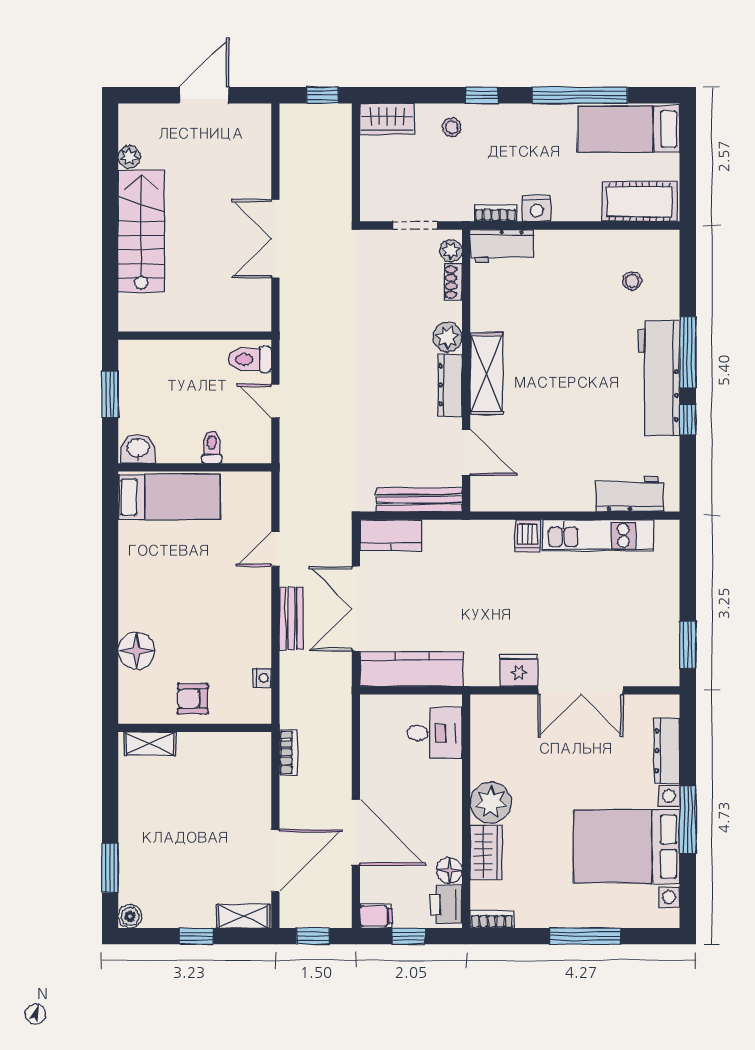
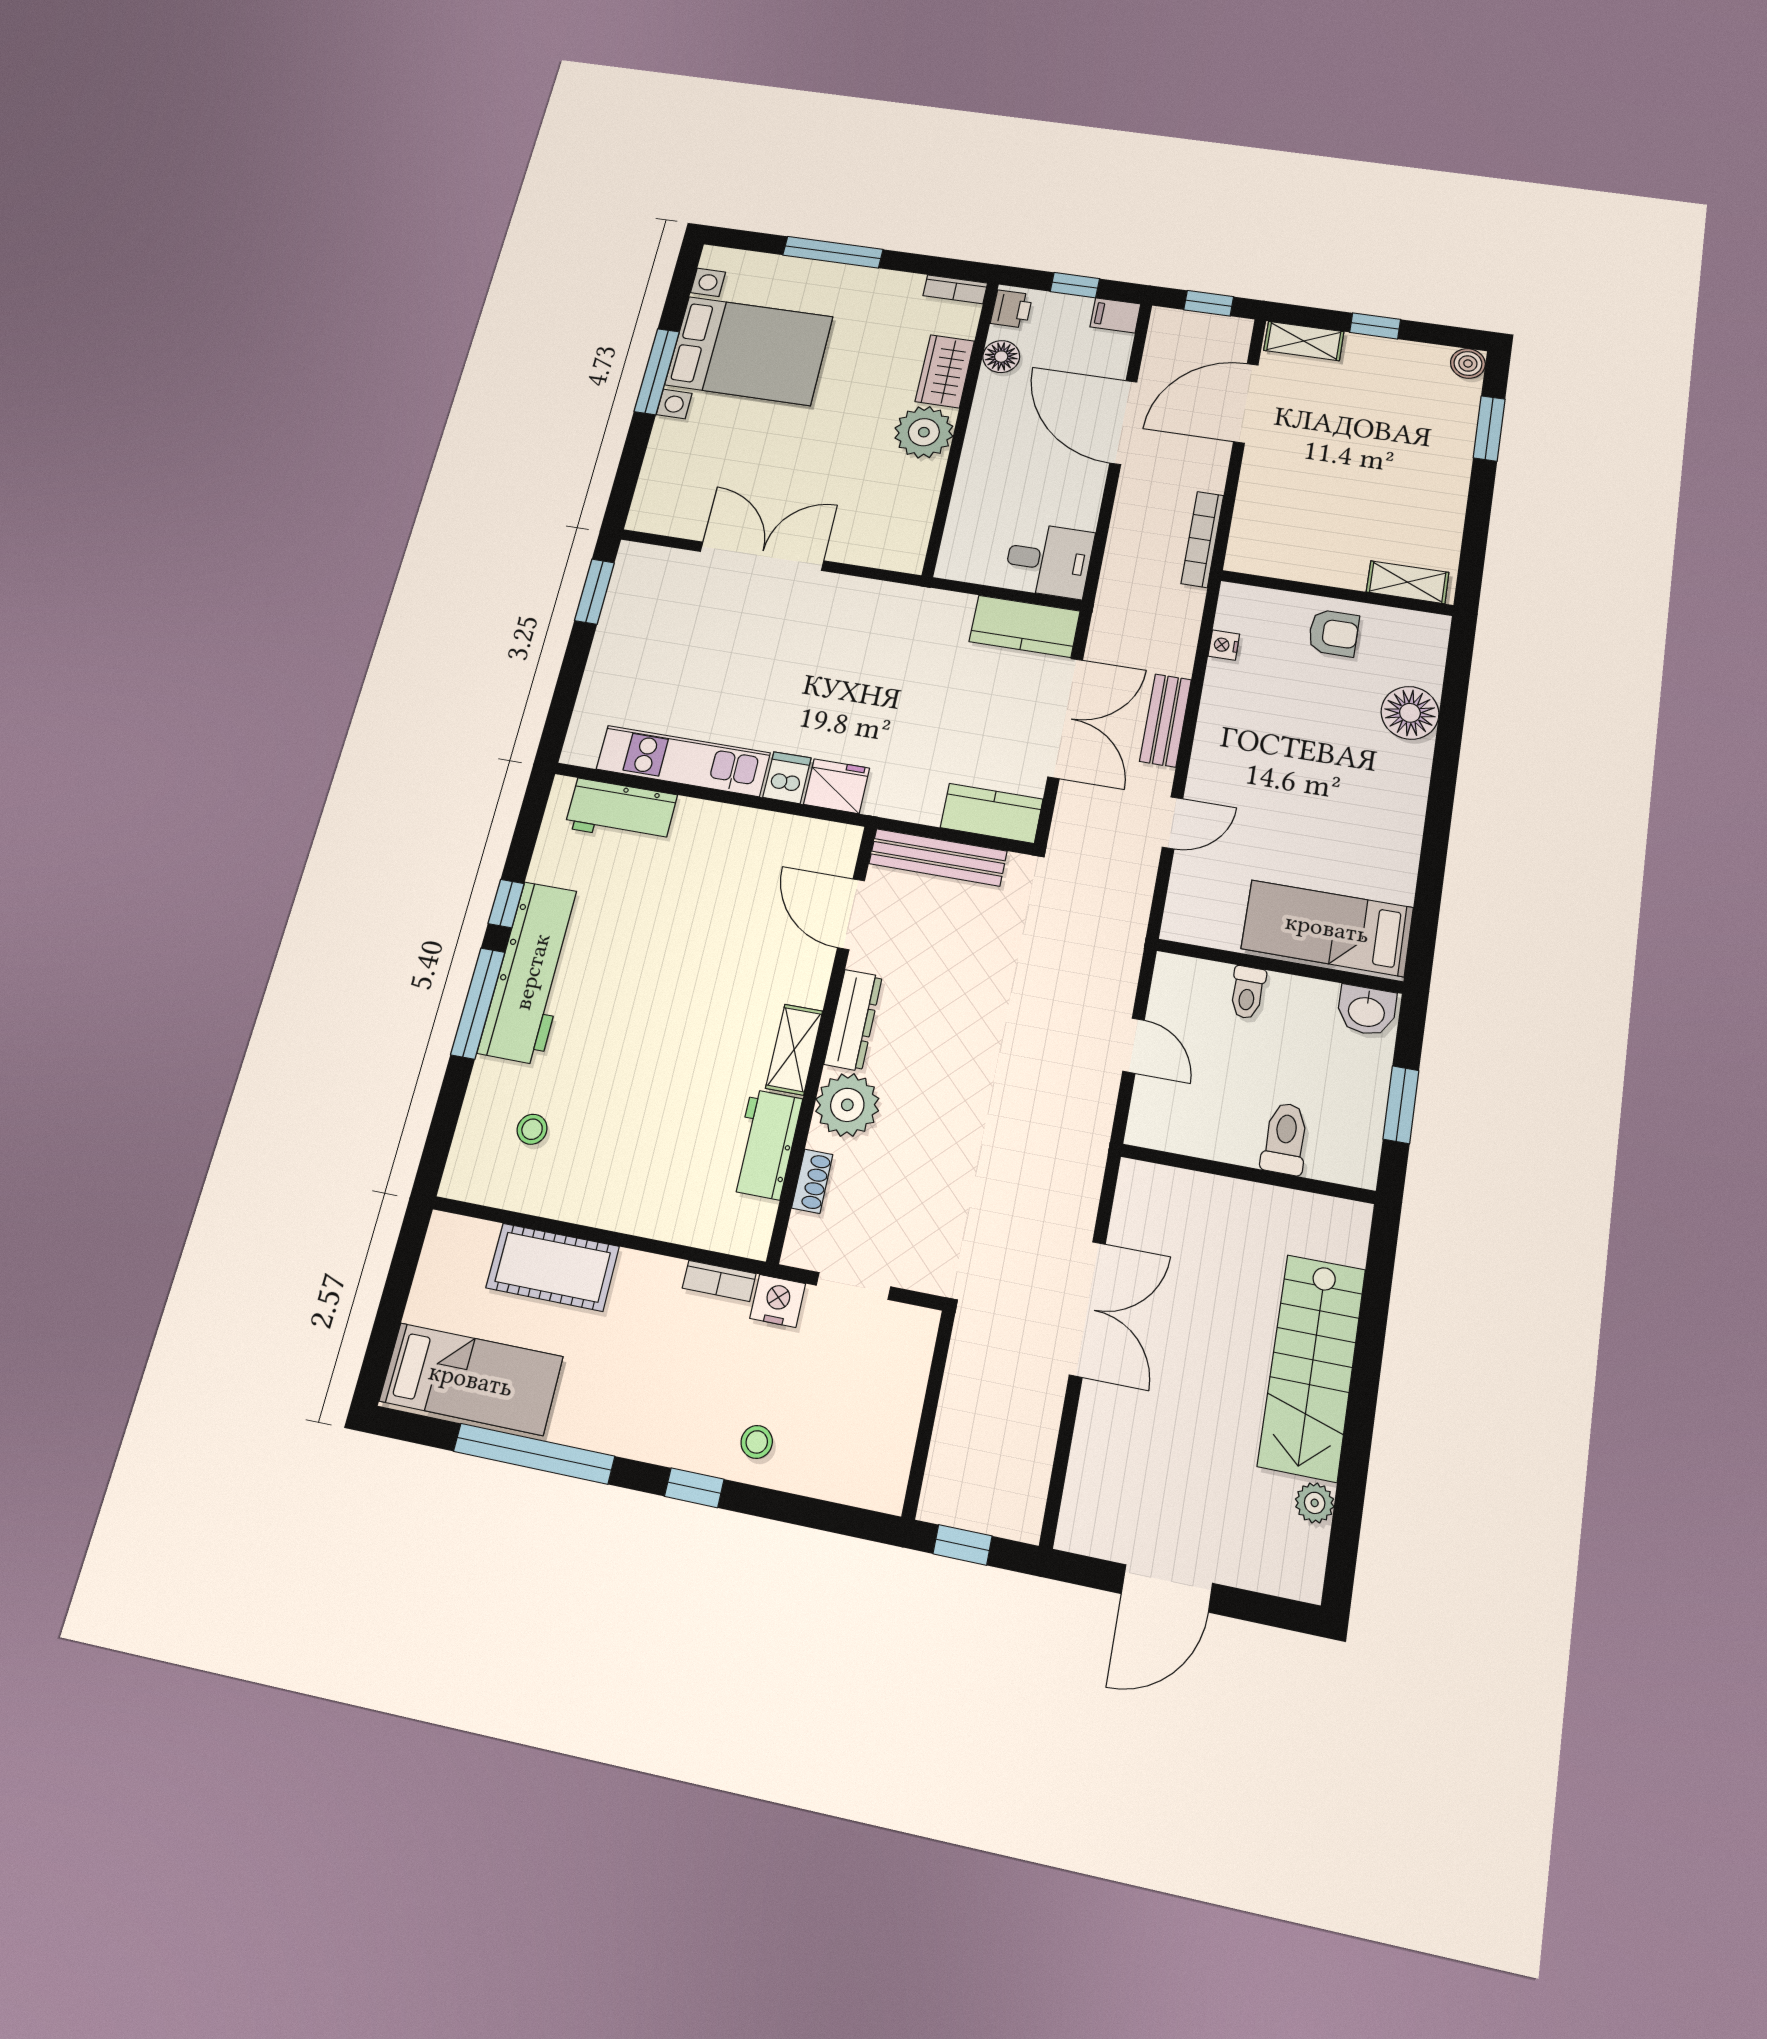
wardrobe: (387, 119) -> (861, 1479), removed
cot: (640, 202) -> (553, 1267), moved
nightstand: (537, 208) -> (778, 1301), moved
workbench: (502, 246) -> (766, 1144), moved, turned -90
plant: (451, 250) -> (804, 1233), removed
plant: (447, 337) -> (847, 1105), width x1.36, depth x1.36
toilet: (250, 359) -> (1285, 1139), moved, turned -90
shelving: (486, 374) -> (794, 1049), width x0.67, depth x0.75
kitchen counter: (412, 669) -> (1025, 626), width x0.67
fridge: (519, 670) -> (837, 786), moved, turned 180
desk: (435, 733) -> (1049, 560), moved, turned 180
dresser: (667, 751) -> (662, 461), removed
bookcase: (288, 752) -> (1202, 539), width x1.56
printer: (446, 905) -> (1011, 309), width x0.73, depth x0.81

